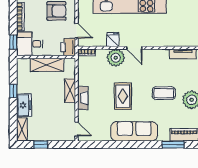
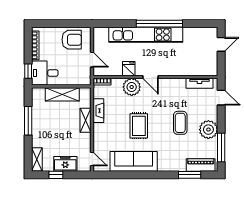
printer: (68, 47) -> (84, 76), removed
window: (13, 91) -> (28, 121), width x2.17
coffee table: (164, 93) -> (180, 123), turned 90
fireplace: (83, 98) -> (98, 111), moved
freezer: (24, 105) -> (65, 164), moved, turned -90
sofa: (134, 131) -> (134, 161), moved

